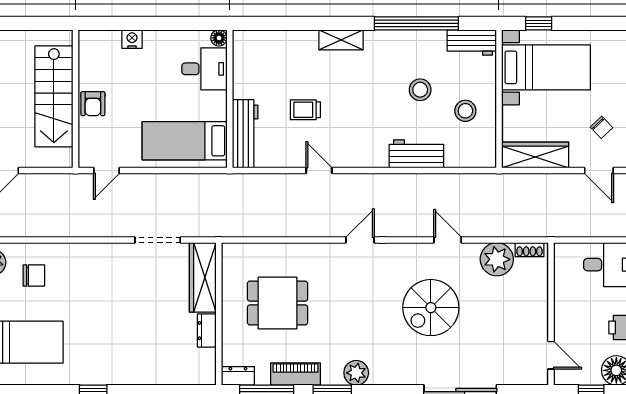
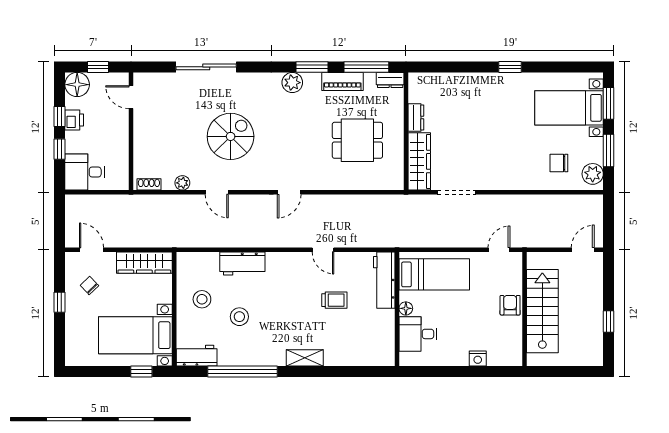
floor lamp: (219, 38) -> (406, 308), moved
plant: (497, 259) -> (182, 183), width x0.53, depth x0.53

